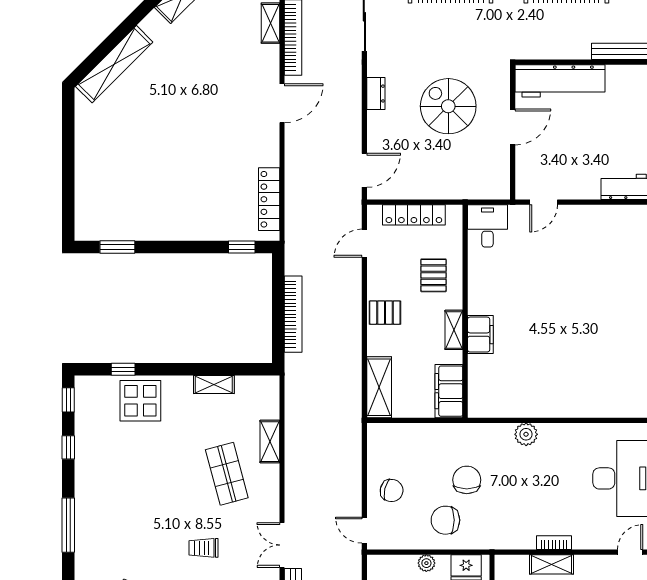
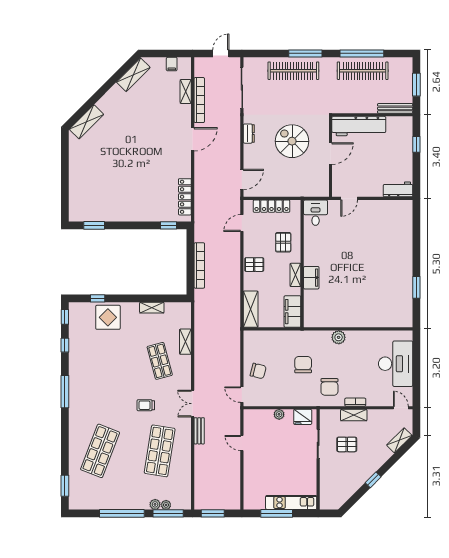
shelving: (114, 64) -> (87, 122), width x0.68
chair: (445, 520) -> (329, 387), moved, turned -90
door: (630, 552) -> (401, 408), hinge flipped

